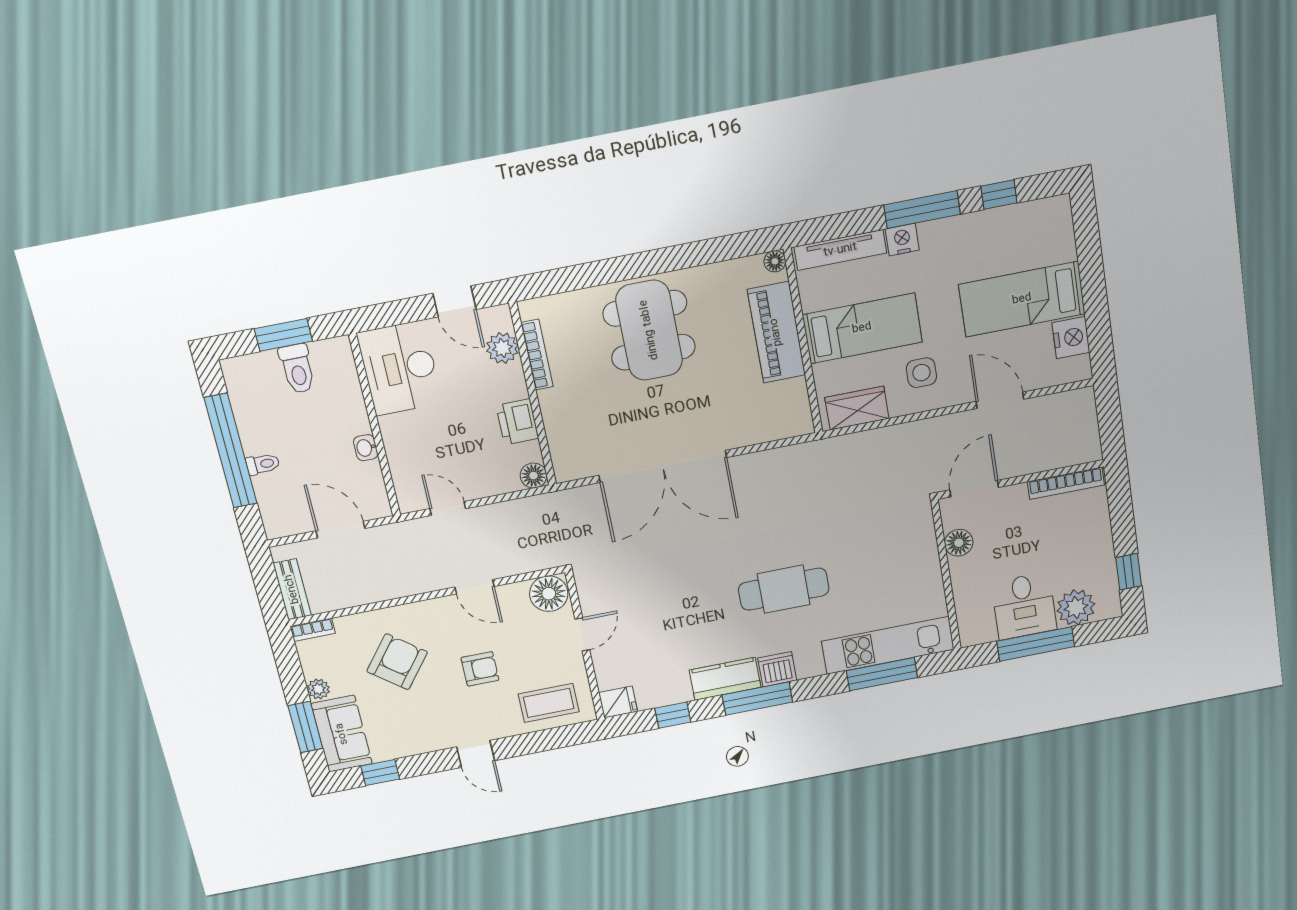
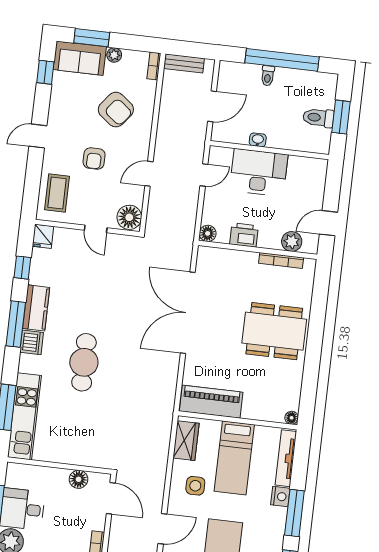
piano: (776, 332) -> (211, 402), moved
desk: (400, 368) -> (259, 172), moved

